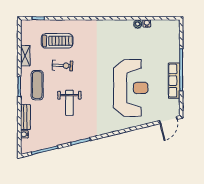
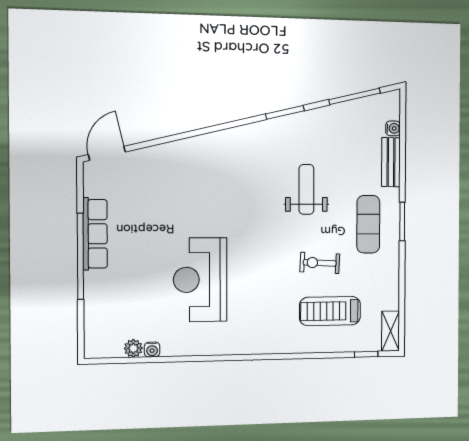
plant: (138, 24) -> (133, 348), moved
shelving: (25, 56) -> (390, 331), moved
reception desk: (131, 88) -> (200, 280), moved, width x0.74, depth x0.77

